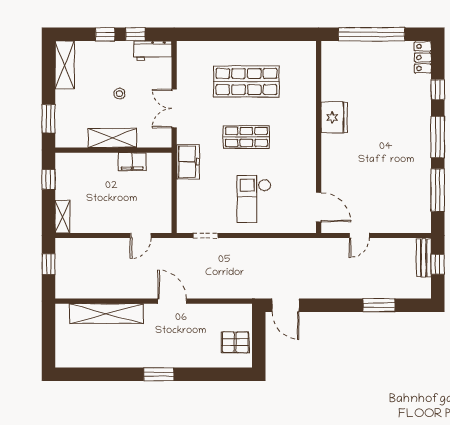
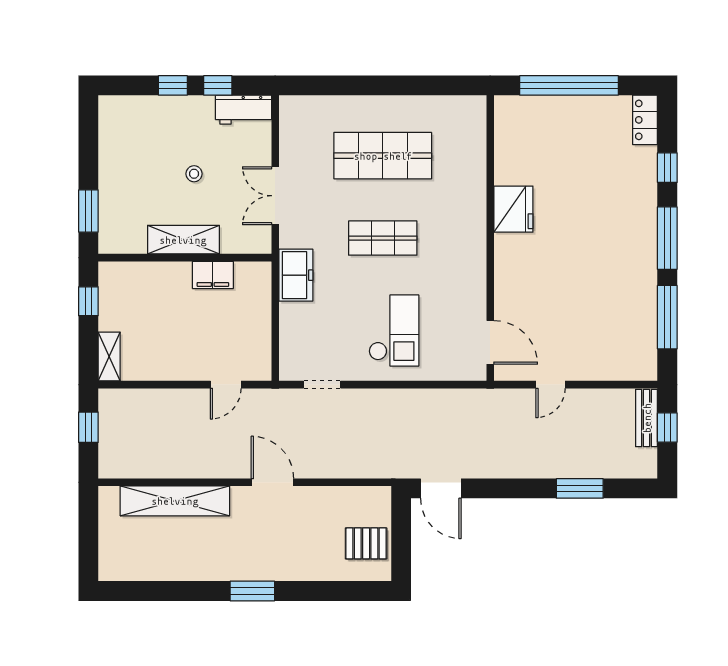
shelving: (65, 65) -> (113, 131), removed
checkout: (254, 199) -> (394, 330), turned 180

